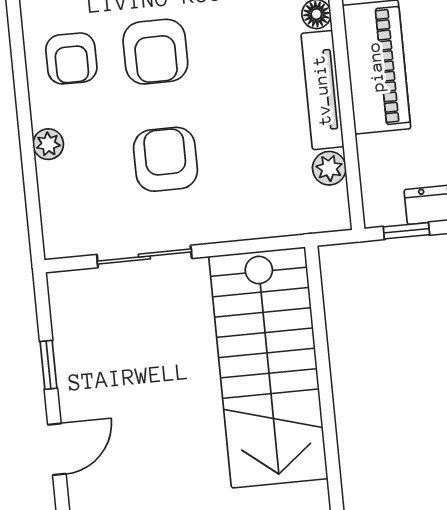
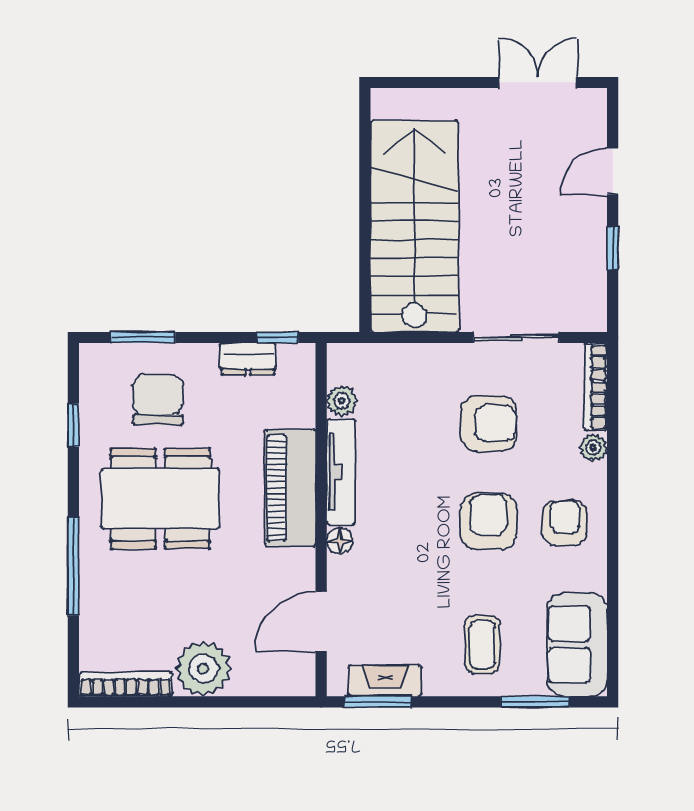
armchair: (165, 159) -> (489, 423), turned -90
bookcase: (52, 211) -> (596, 387), added

